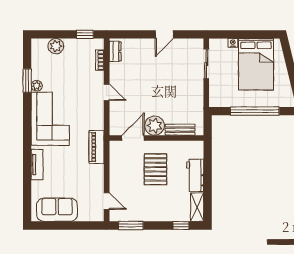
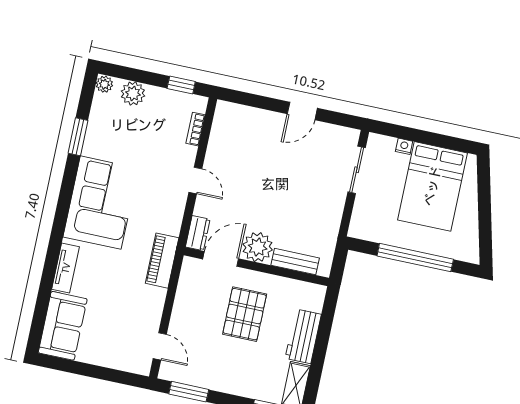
dresser: (115, 51) -> (198, 233), moved
plant: (37, 86) -> (104, 84), moved
sofa: (57, 210) -> (63, 326), moved, turned 90

